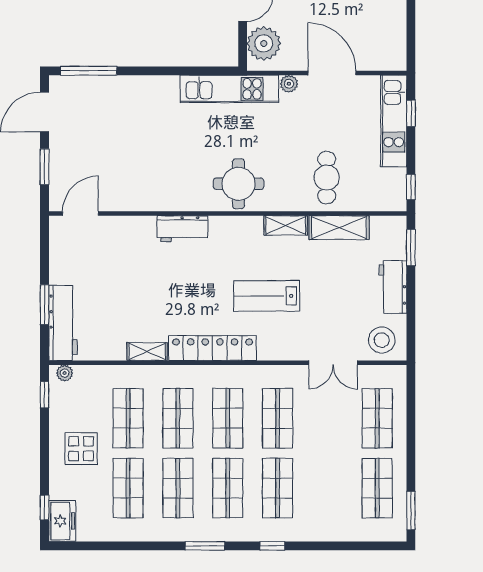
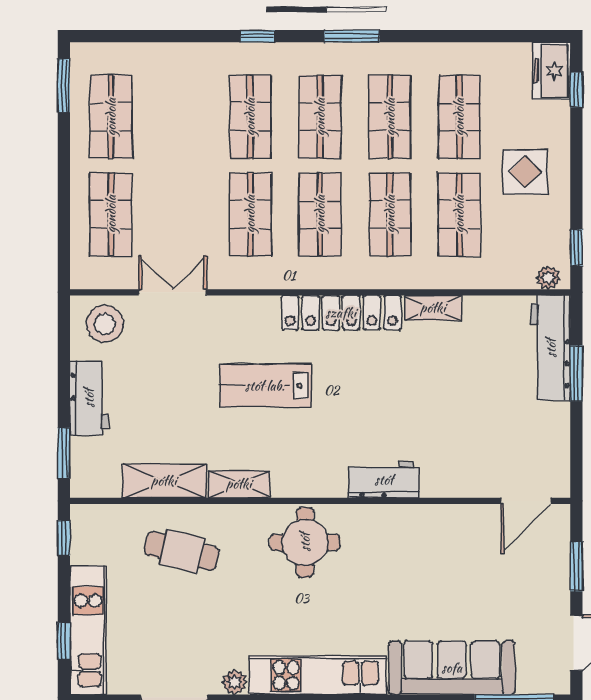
sofa: (134, 94) -> (452, 668), added
cafe table: (327, 178) -> (182, 551), turned -76
lab bench: (267, 296) -> (265, 386), turned 180

